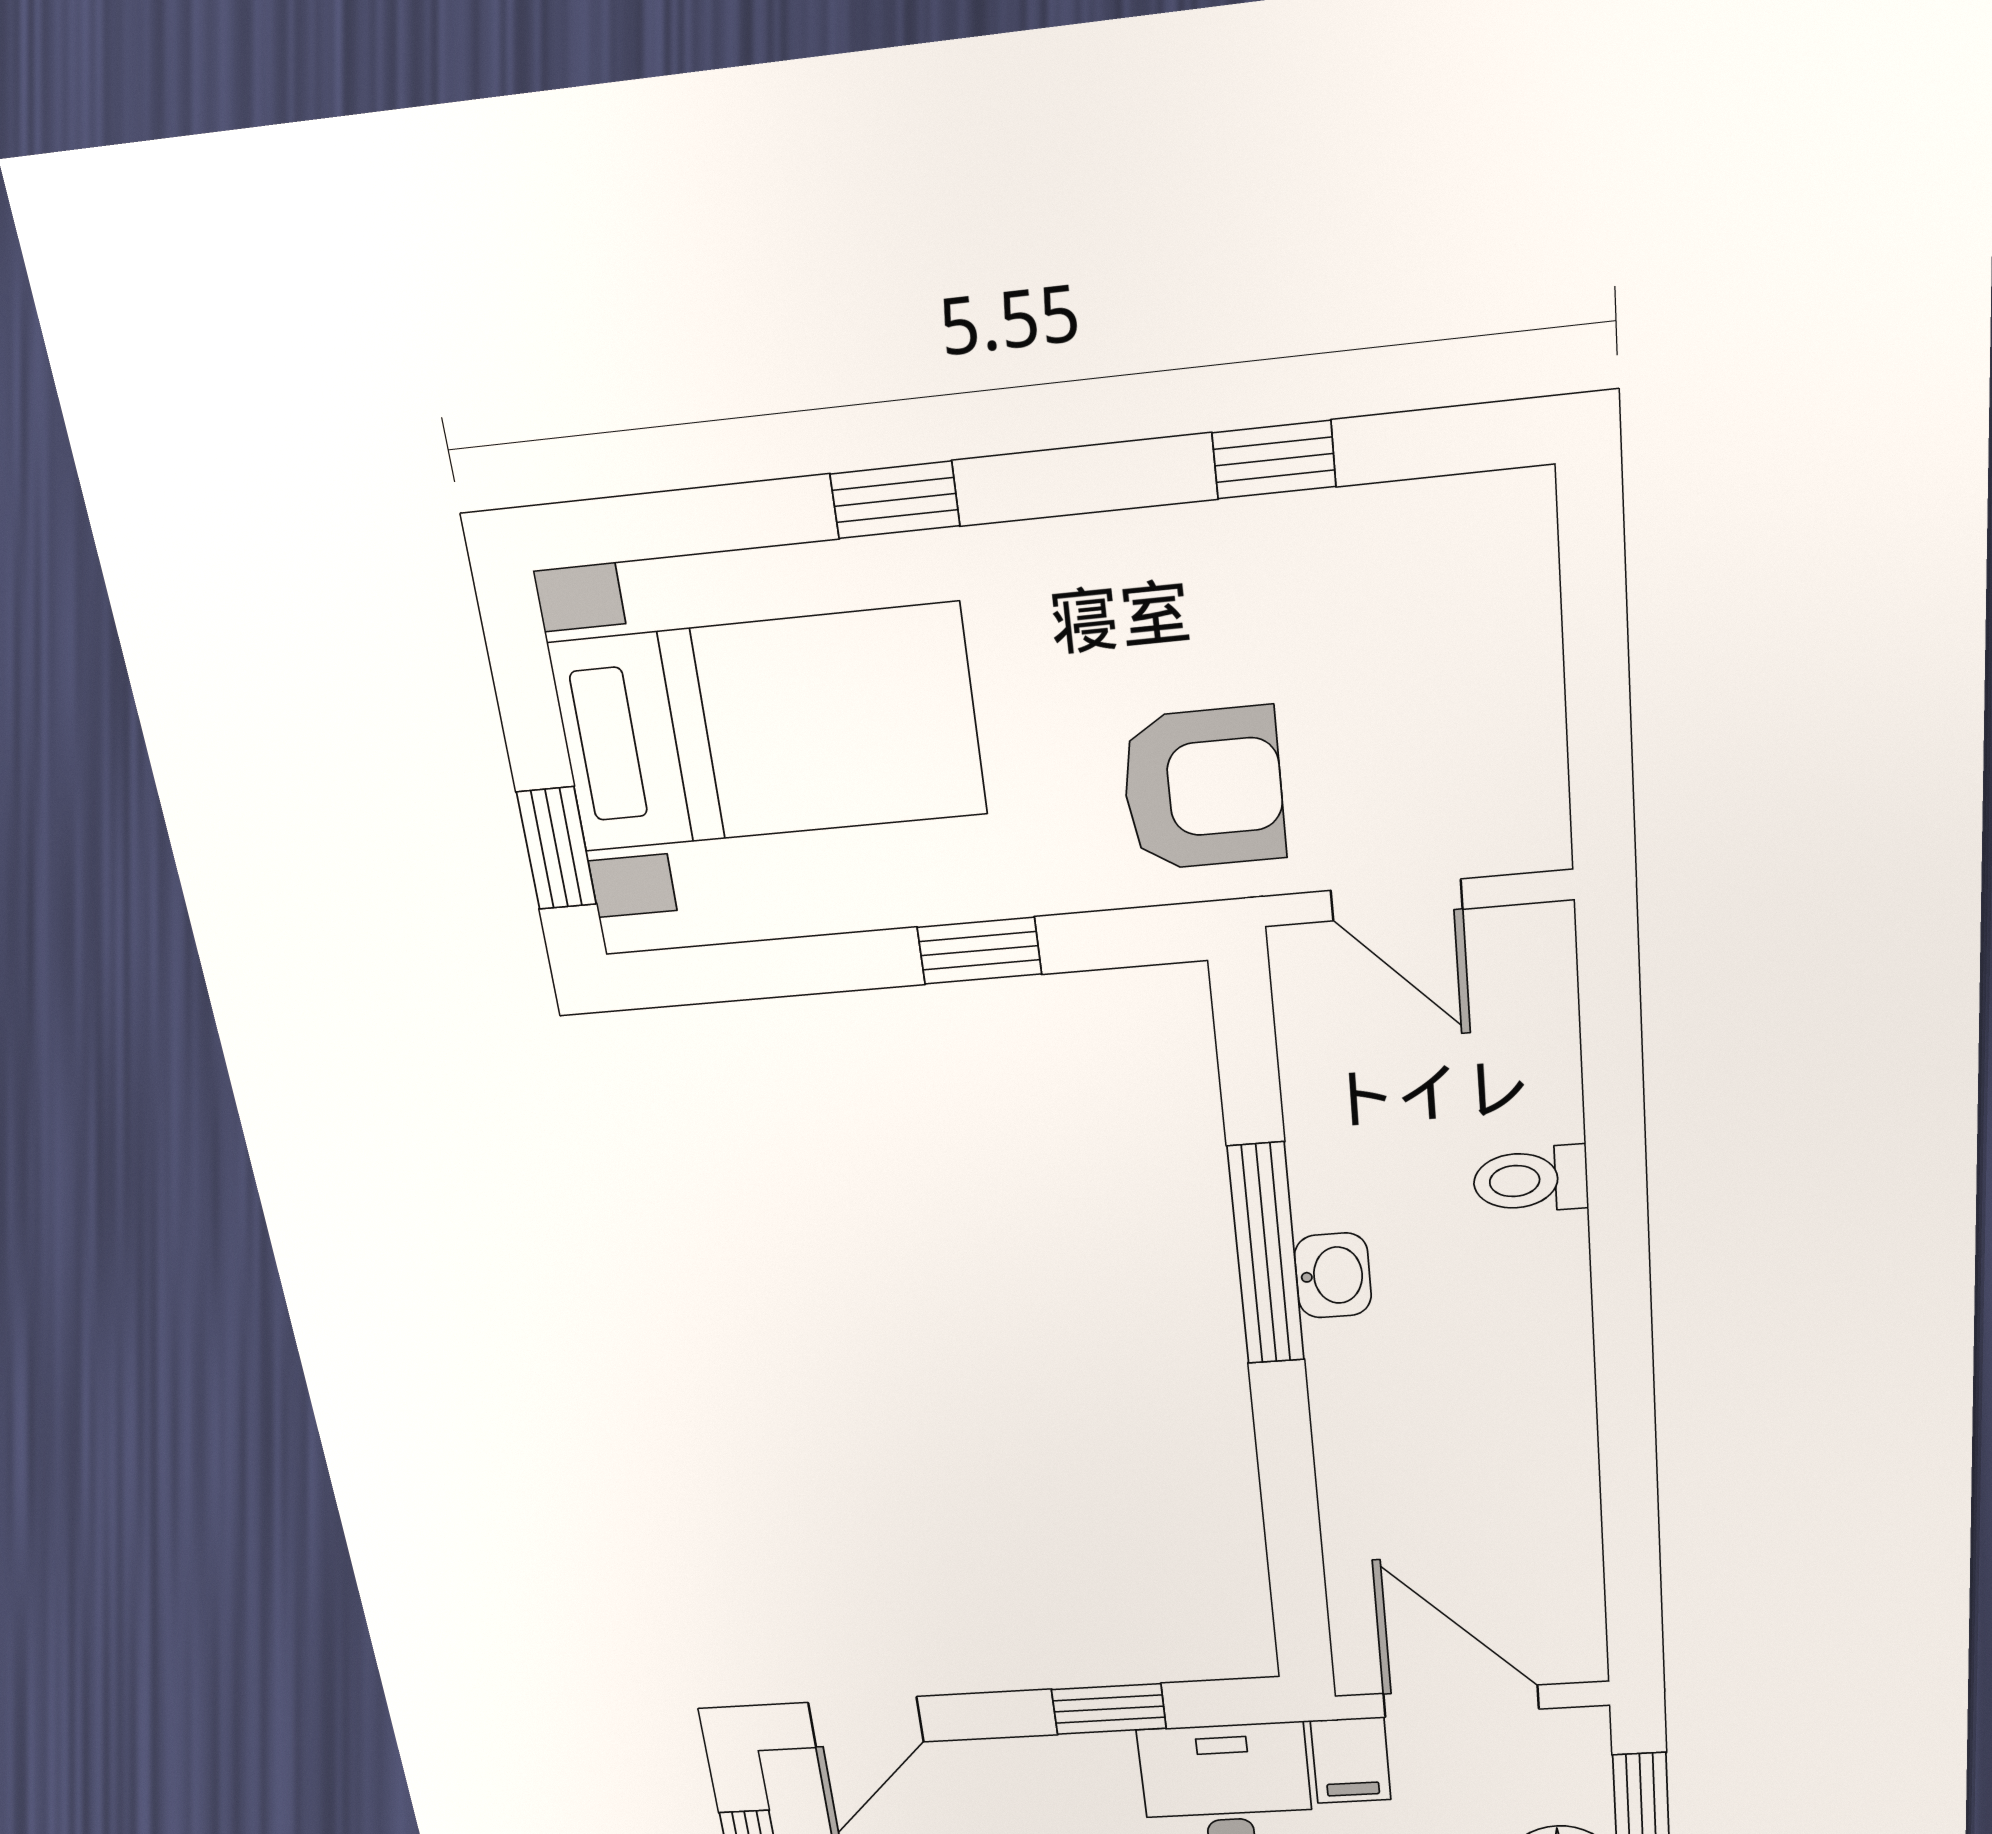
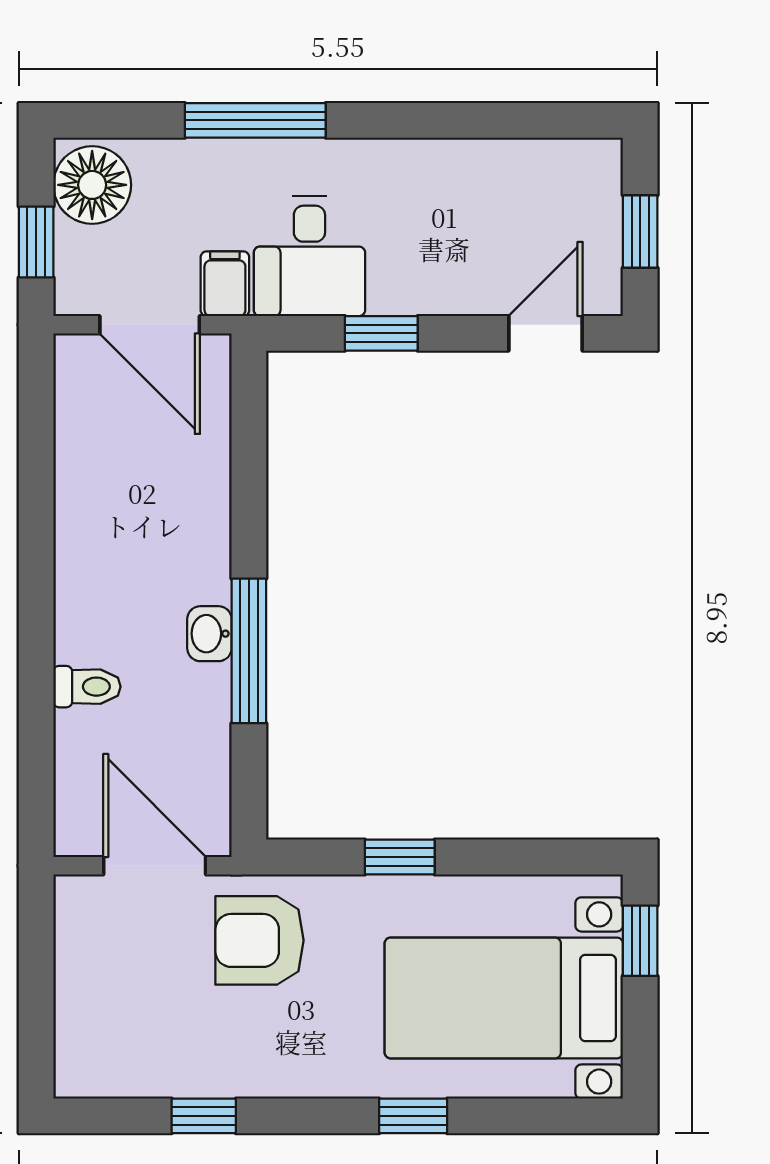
door: (1397, 900) -> (155, 866), width x1.38

